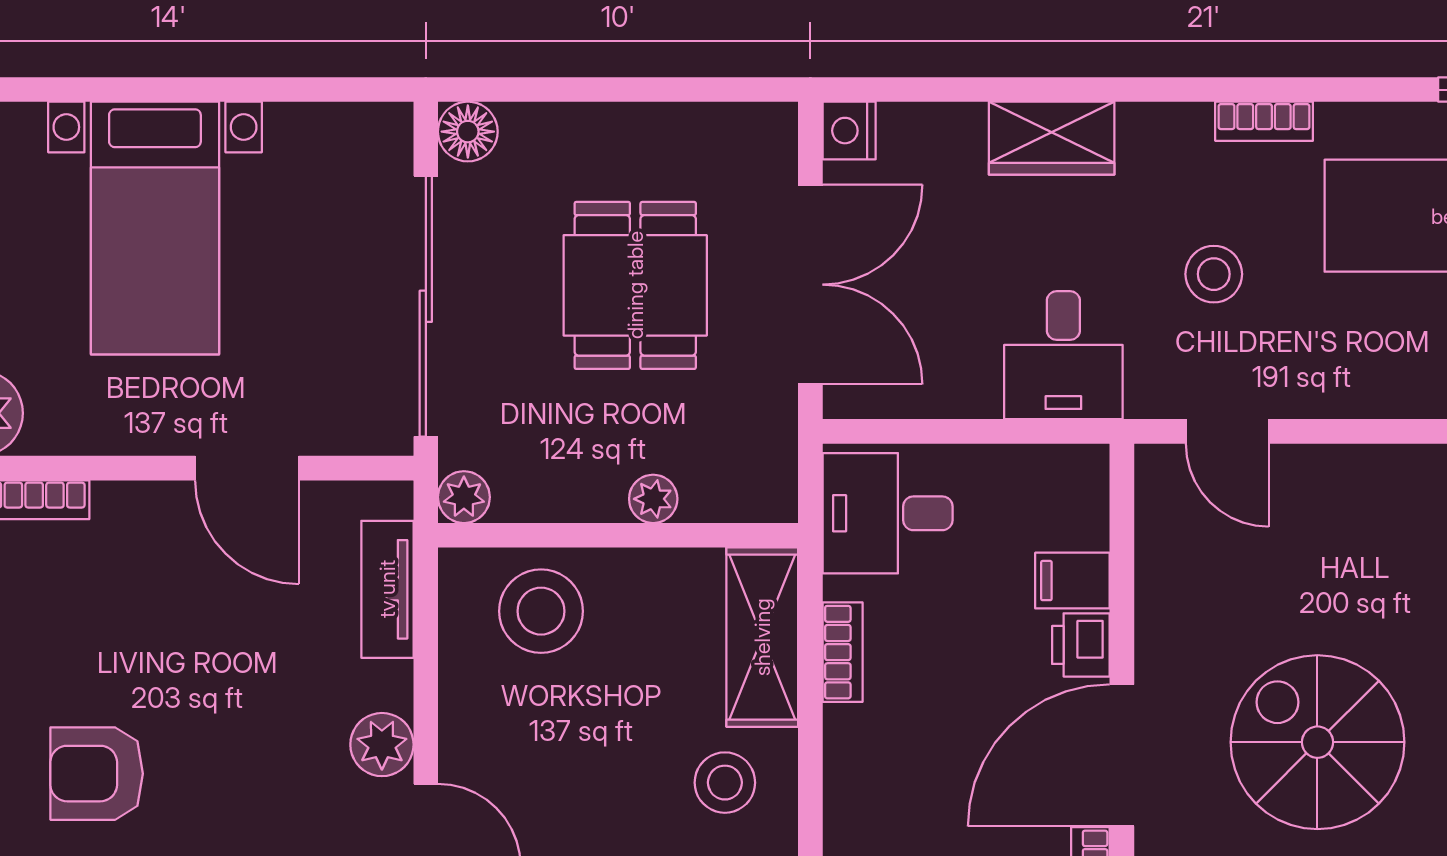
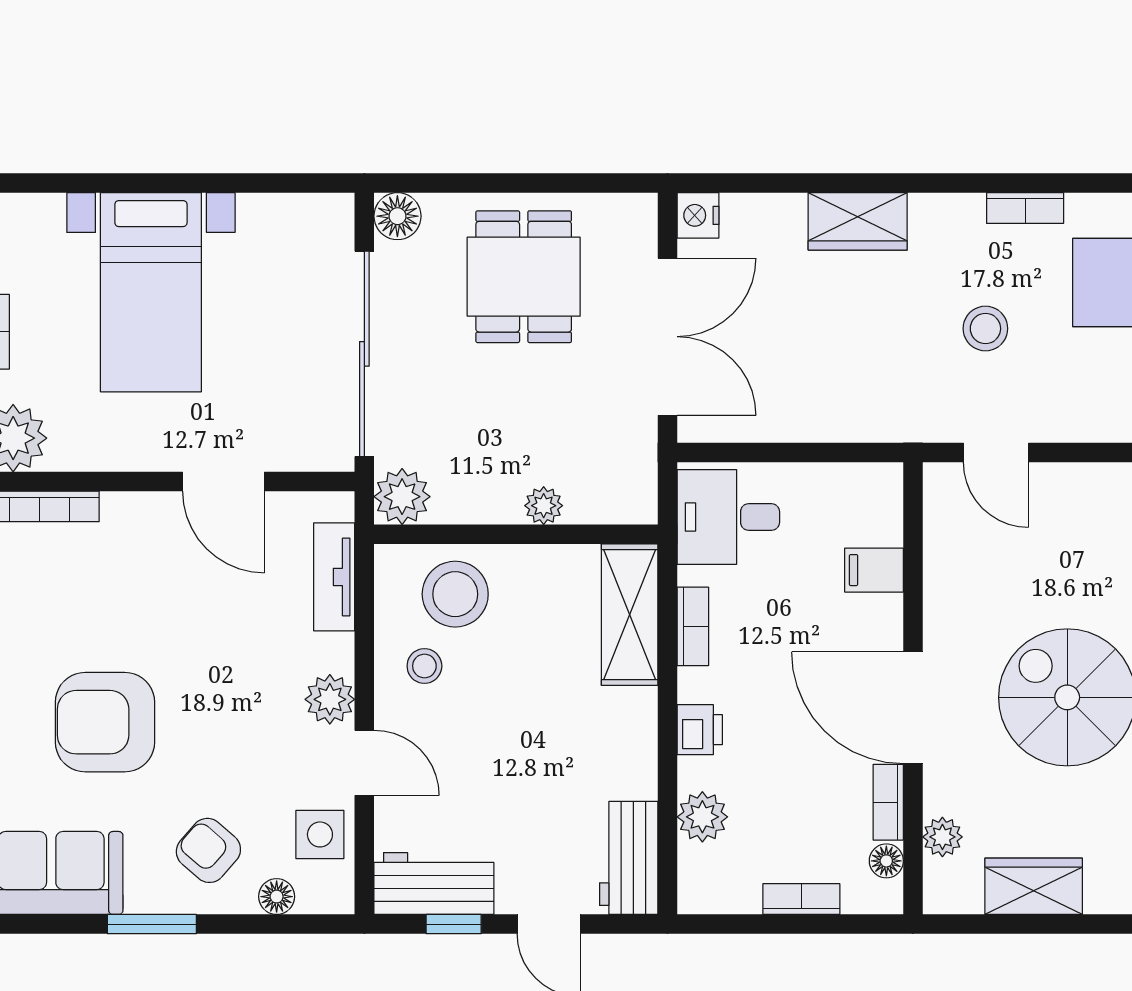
dining table: (635, 285) -> (524, 277), moved
desk: (1063, 355) -> (867, 392), removed
plant: (464, 497) -> (402, 497), width x1.38, depth x1.38
printer: (1081, 645) -> (700, 730), moved, turned 180
door: (1122, 755) -> (913, 708), hinge flipped
armchair: (97, 774) -> (105, 722), width x1.36, depth x1.36
stool: (725, 783) -> (424, 666), moved, width x0.73, depth x0.73

